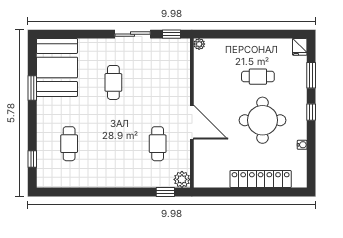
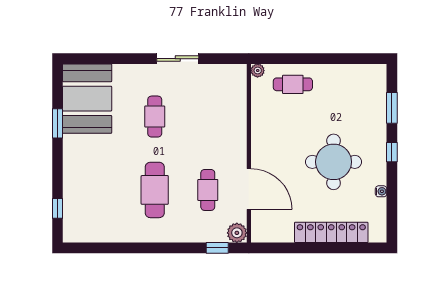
window: (171, 34) -> (224, 59), removed
fridge: (300, 47) -> (378, 74), removed
cafe table: (258, 77) -> (293, 84), moved
door: (192, 122) -> (249, 189), moved
cafe table: (69, 144) -> (155, 190), moved, width x1.37, depth x1.35

